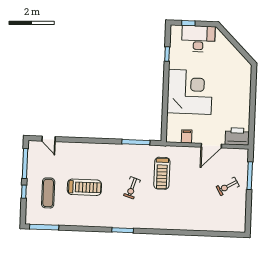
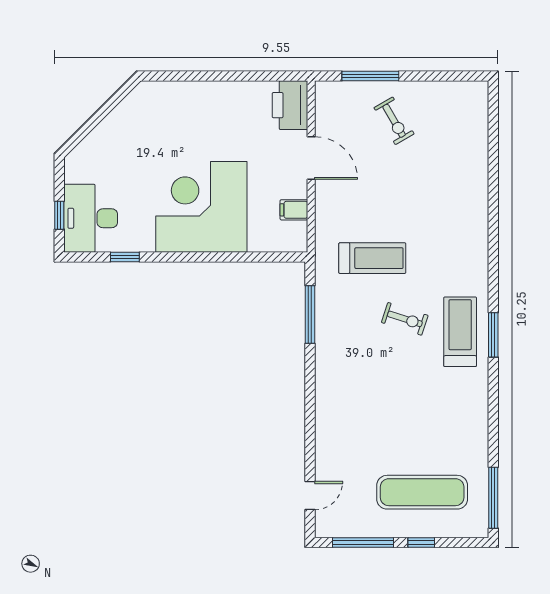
desk: (198, 39) -> (91, 218), moved
treadmill: (84, 187) -> (460, 332), moved
exercise mat: (48, 193) -> (422, 492), width x1.36, depth x1.45

